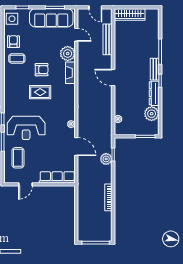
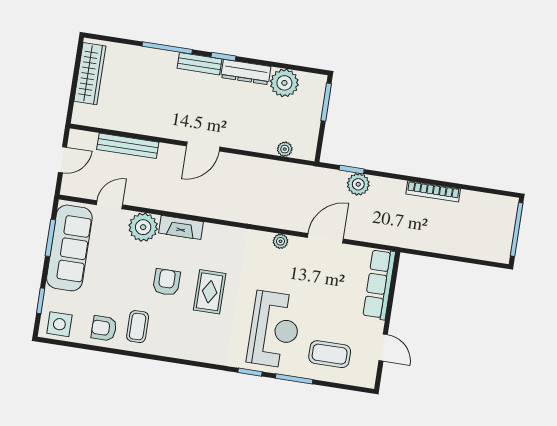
wardrobe: (130, 15) -> (90, 74), moved

